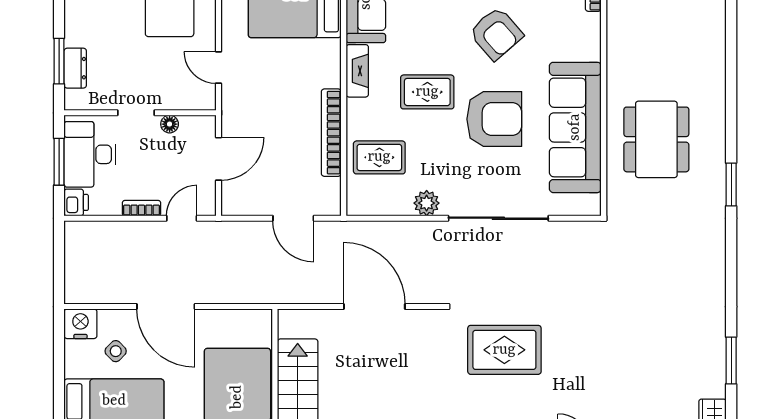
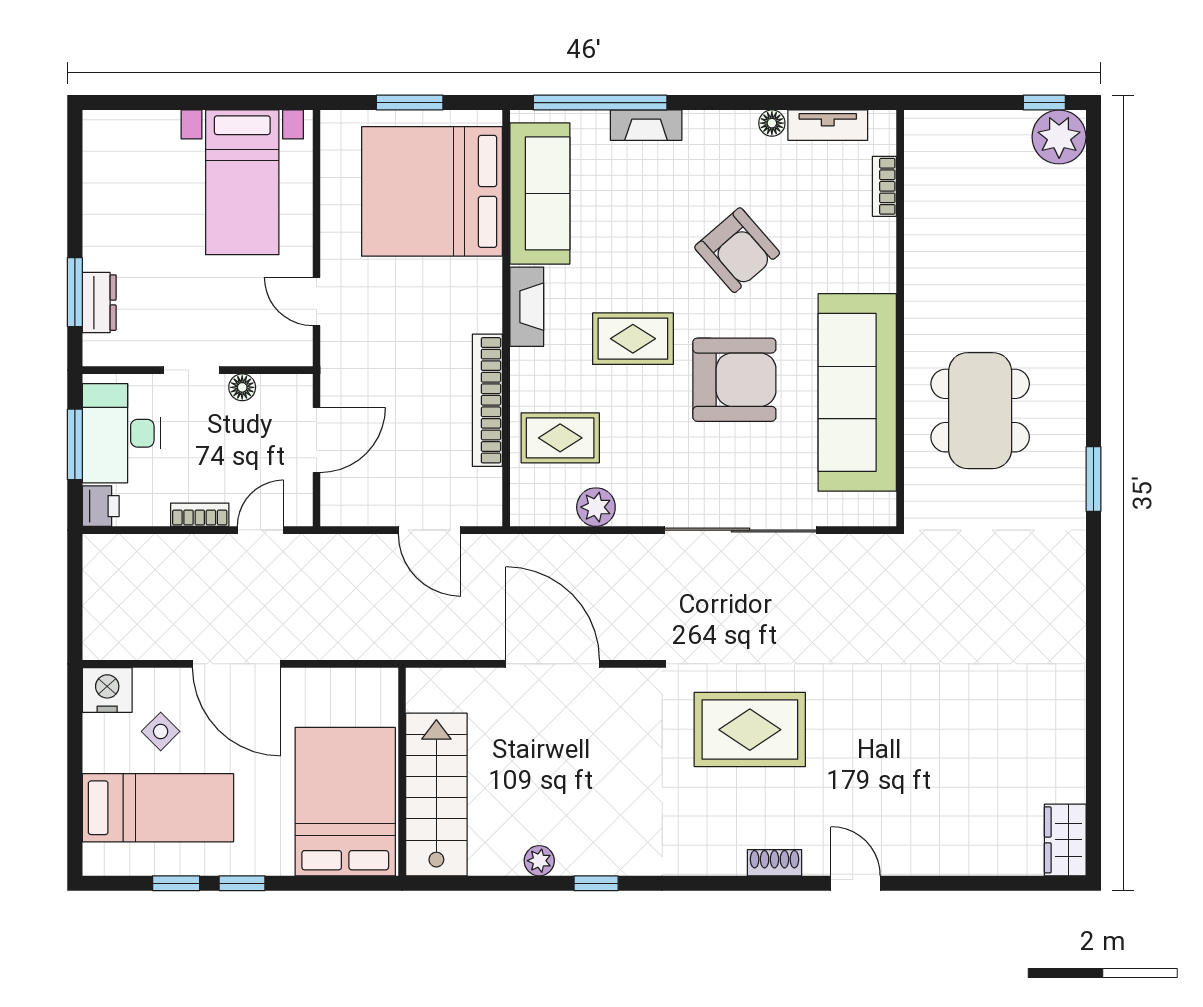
plant: (427, 203) -> (596, 507), moved
window: (731, 361) -> (1093, 746), removed

